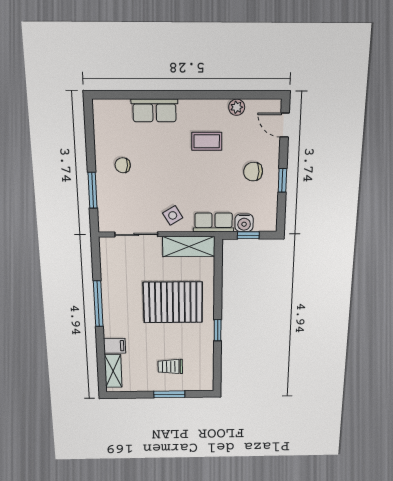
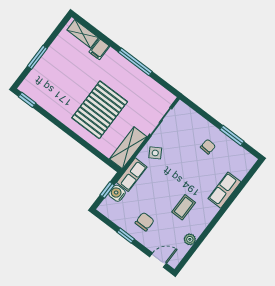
window: (92, 190) -> (232, 135), moved
window: (218, 330) -> (27, 100), moved
trolley: (170, 367) -> (57, 73), removed

